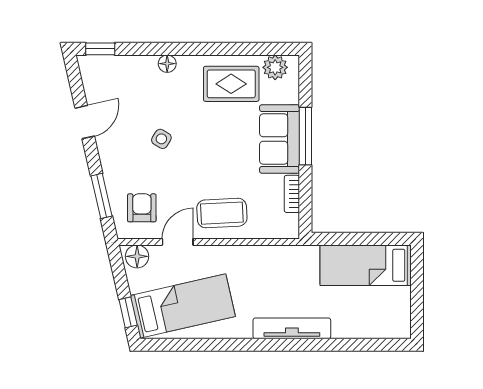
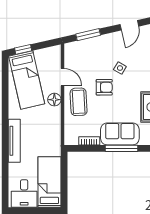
door: (85, 122) -> (129, 25), hinge flipped
armchair: (142, 208) -> (104, 87), moved
floor lamp: (137, 256) -> (54, 100), moved
desk: (386, 311) -> (24, 193), added

